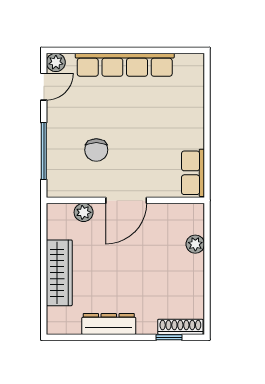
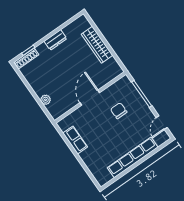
plant: (56, 62) -> (164, 137), removed
row of seats: (193, 173) -> (75, 140), moved
plant: (84, 212) -> (105, 79), removed
dresser: (109, 324) -> (55, 40), width x0.70

